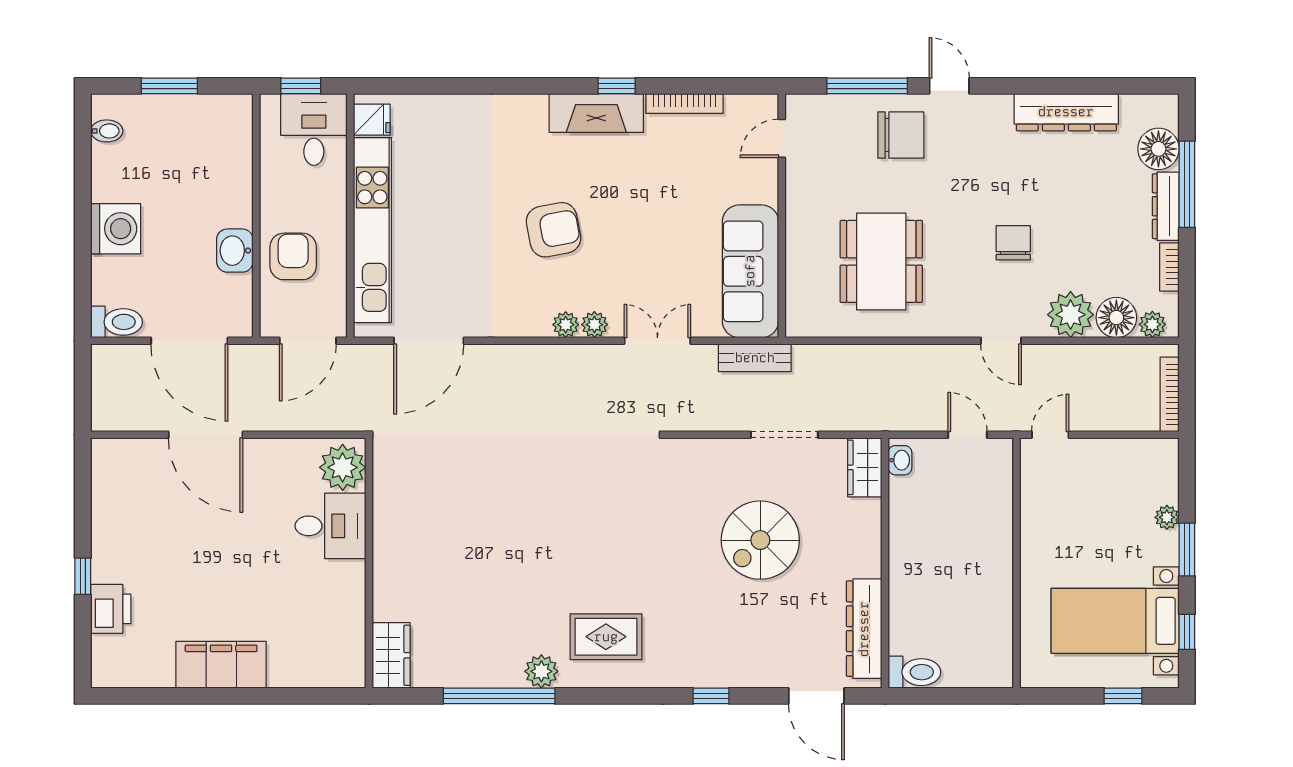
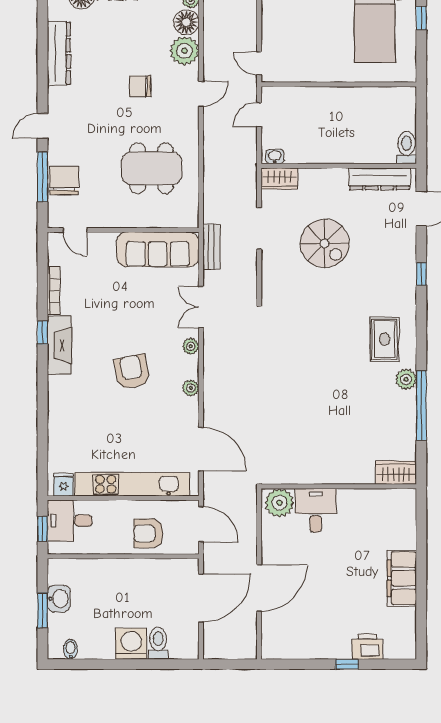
chair: (901, 135) -> (64, 180), moved
washbasin: (235, 251) -> (59, 599), moved, turned -90
toilet: (116, 322) -> (158, 643), moved
plant: (566, 325) -> (191, 388), moved

